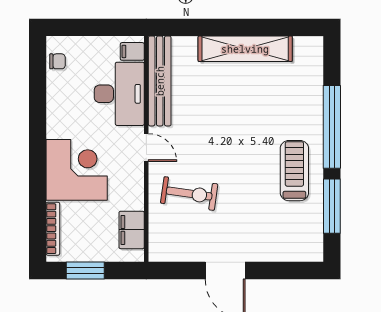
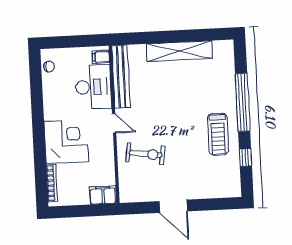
treadmill: (294, 171) -> (218, 134), turned 180
window: (332, 206) -> (245, 158), width x0.46
filing cabinet: (132, 230) -> (103, 195), moved, turned 90
window: (85, 271) -> (76, 211), removed

